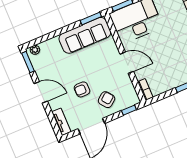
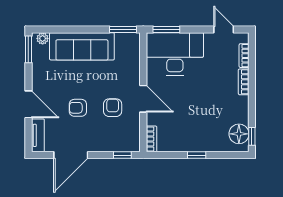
sofa: (85, 35) -> (82, 46), moved
door: (41, 92) -> (28, 104), moved
armchair: (107, 100) -> (113, 108), moved, turned -52

